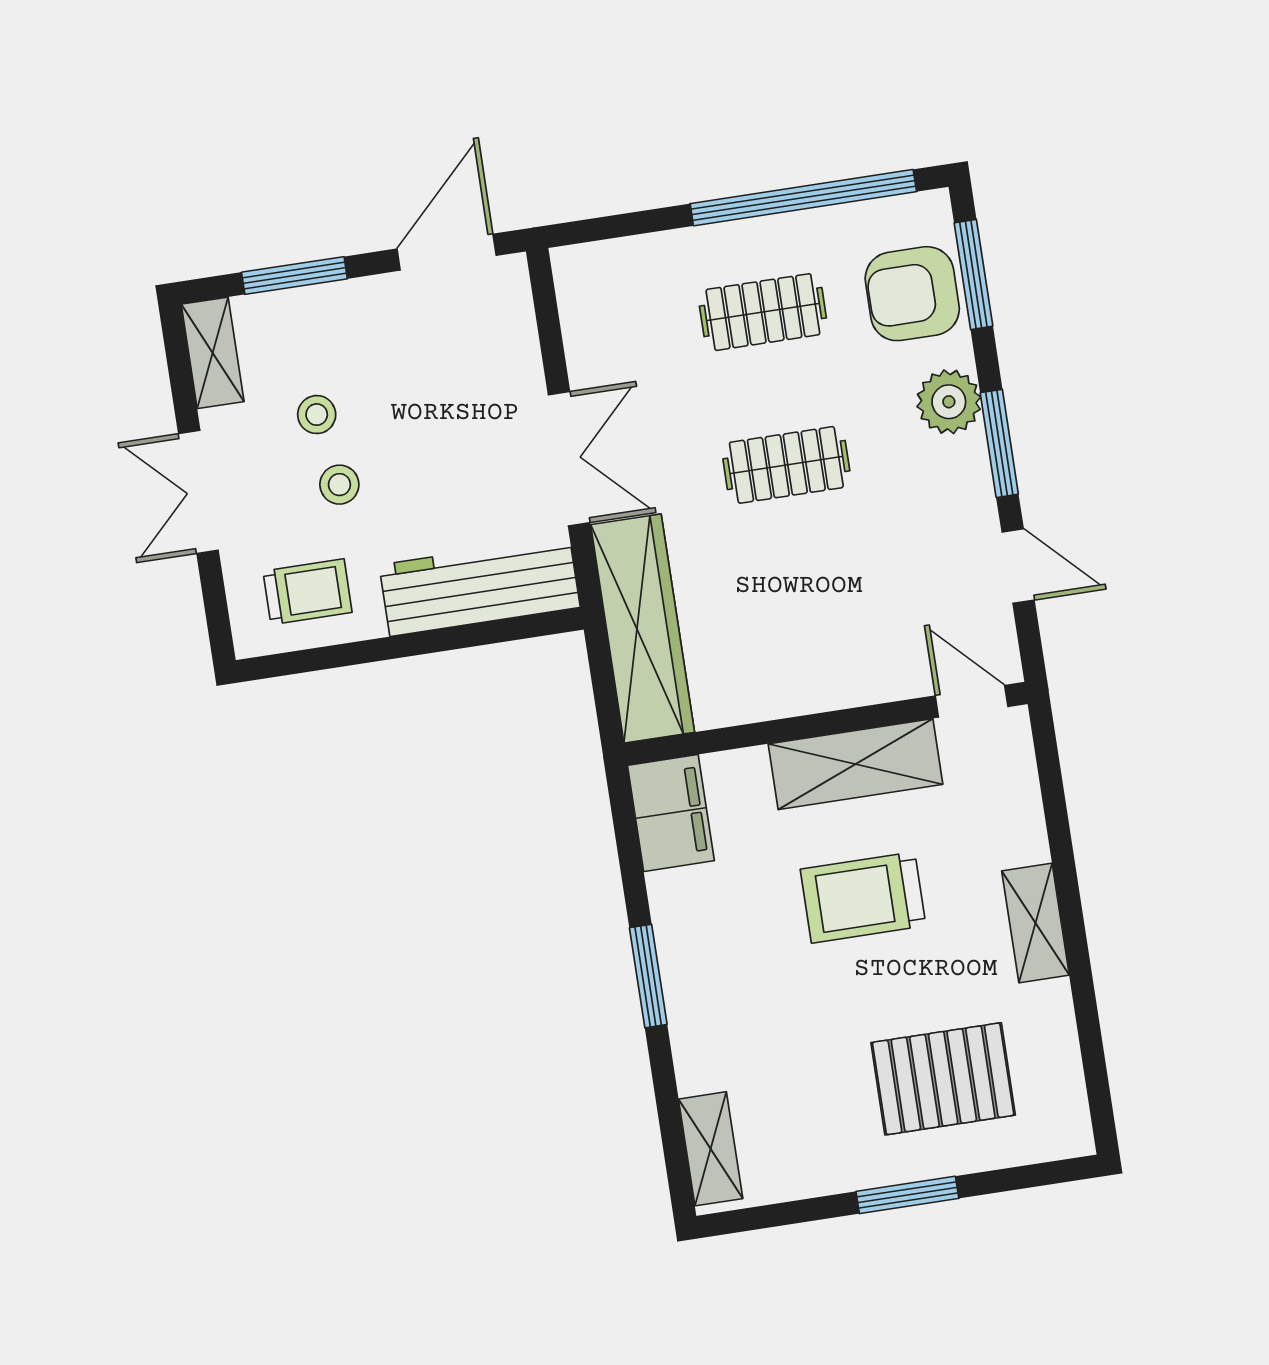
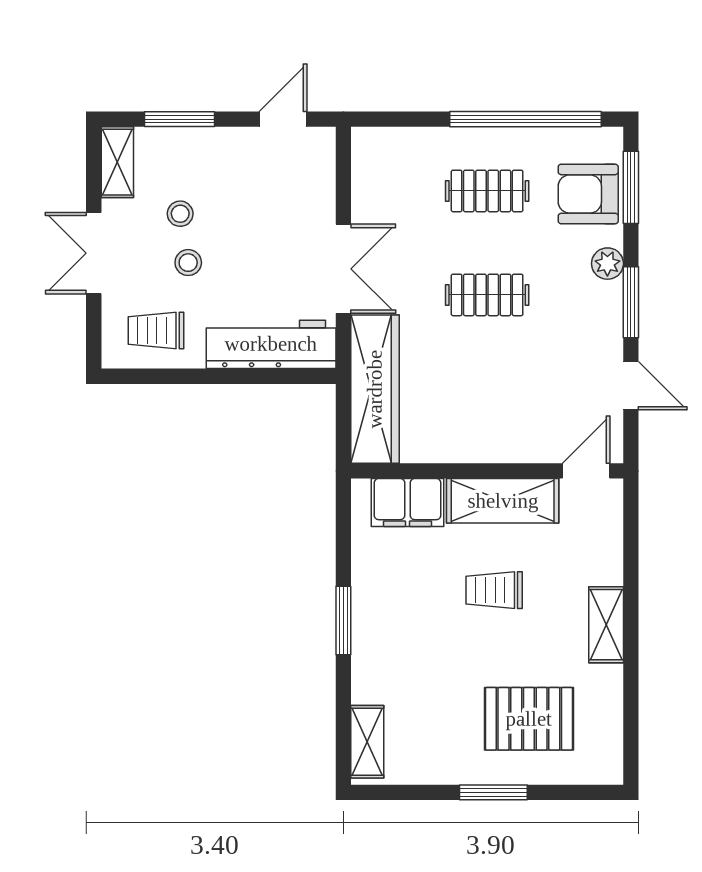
door: (447, 252) -> (283, 119), width x0.73
plant: (949, 402) -> (607, 264), width x0.73, depth x0.73
trolley: (308, 592) -> (156, 331), turned 180
door: (972, 701) -> (586, 471), hinge flipped
filing cabinet: (671, 813) -> (407, 502), moved, turned 90
trolley: (863, 897) -> (494, 590), width x0.73, depth x0.72

